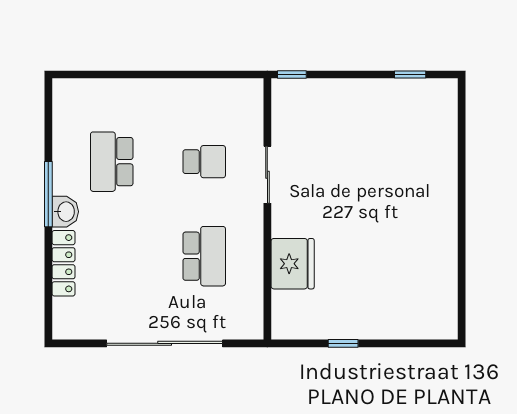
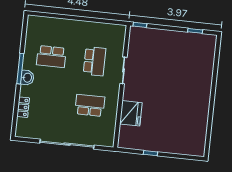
school desk: (112, 162) -> (51, 57), turned -90
school desk: (204, 162) -> (95, 61), width x1.85
school desk: (204, 256) -> (90, 105), turned -90
locker: (64, 263) -> (23, 107), width x0.66

